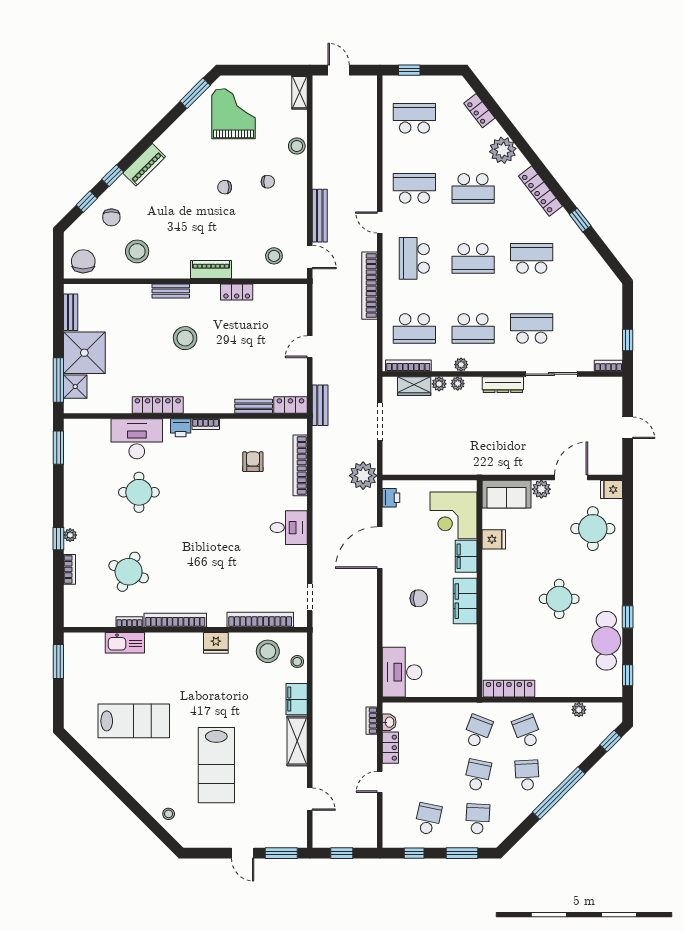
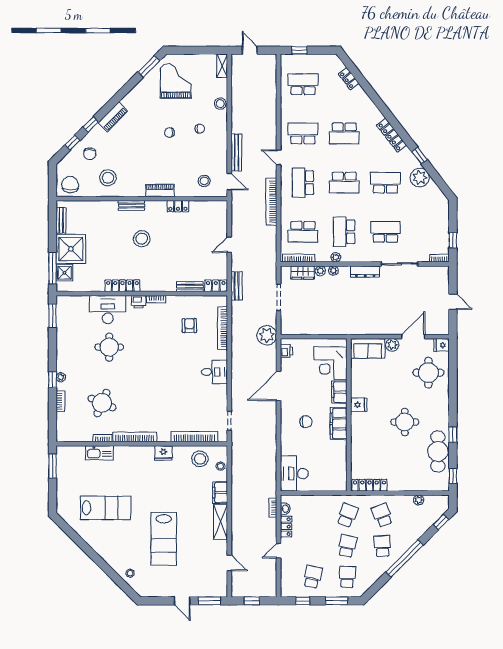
plant: (503, 150) -> (420, 178), moved
school desk: (473, 328) -> (344, 232), turned 90
fridge: (494, 539) -> (359, 405), moved

